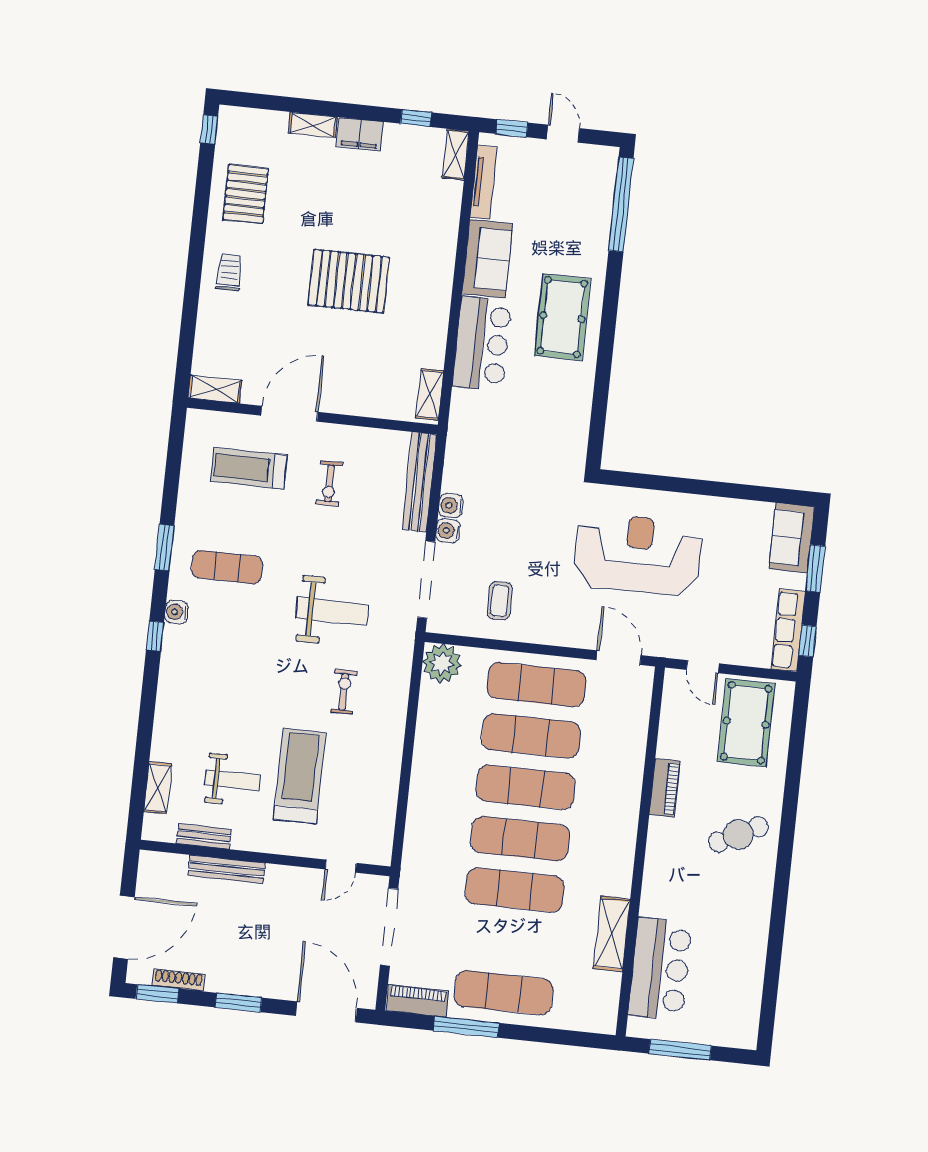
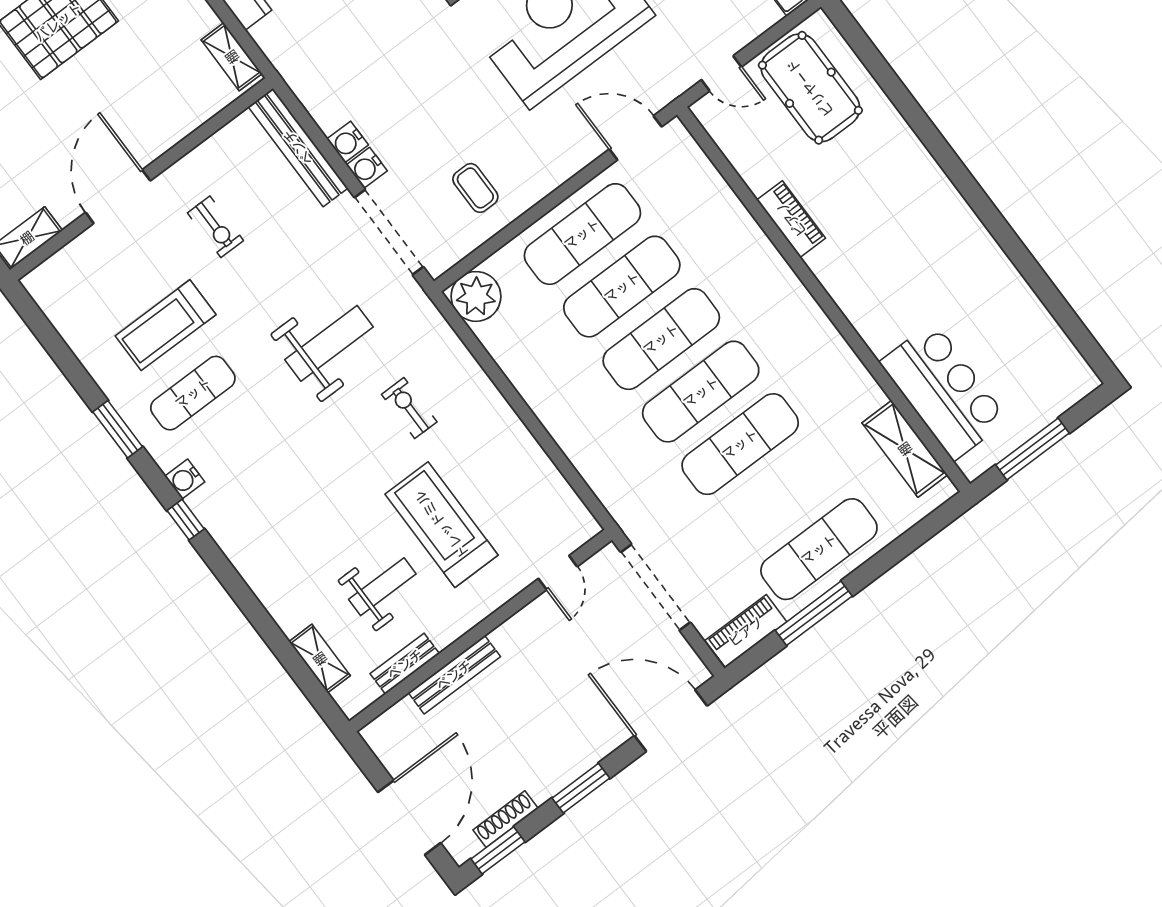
treadmill: (249, 468) -> (166, 325), moved
cafe table: (738, 834) -> (900, 198), removed
shelving: (612, 934) -> (905, 449), moved

